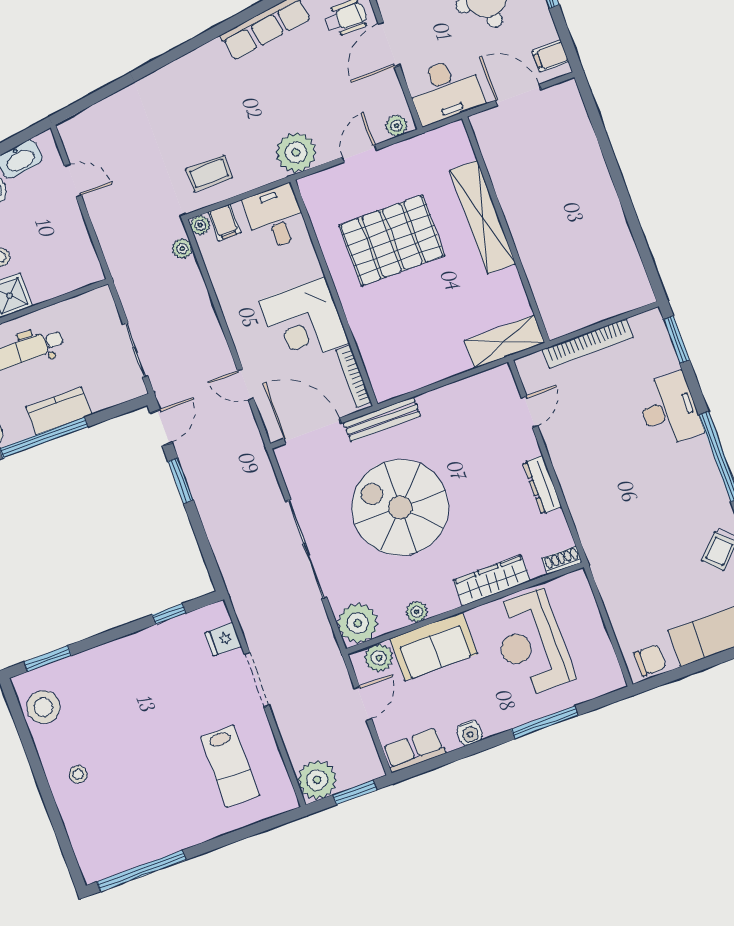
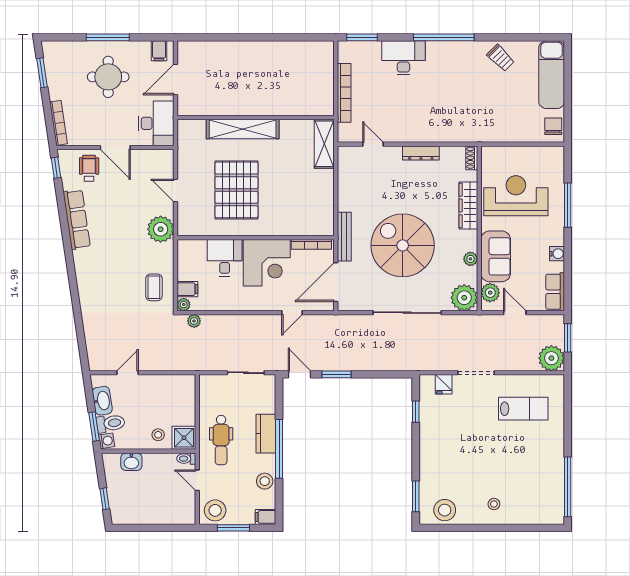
plant: (396, 126) -> (167, 161), removed
desk: (275, 217) -> (225, 258), moved, turned 90
spiral stairs: (400, 507) -> (403, 245), turned 90
reception desk: (531, 643) -> (516, 196), turned 180

